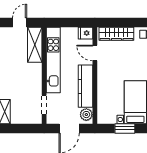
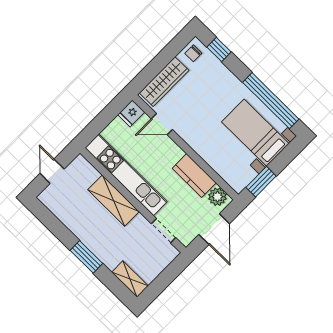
shelving: (35, 45) -> (114, 201), moved
kitchen counter: (85, 86) -> (194, 176), width x0.67
window: (125, 128) -> (261, 182), moved

